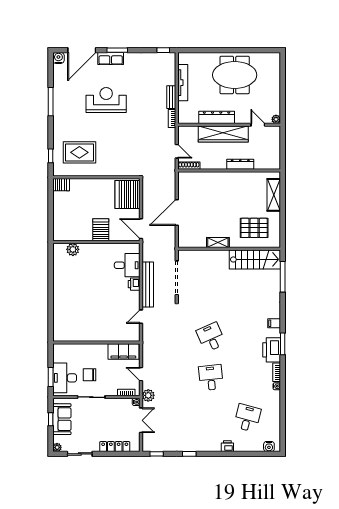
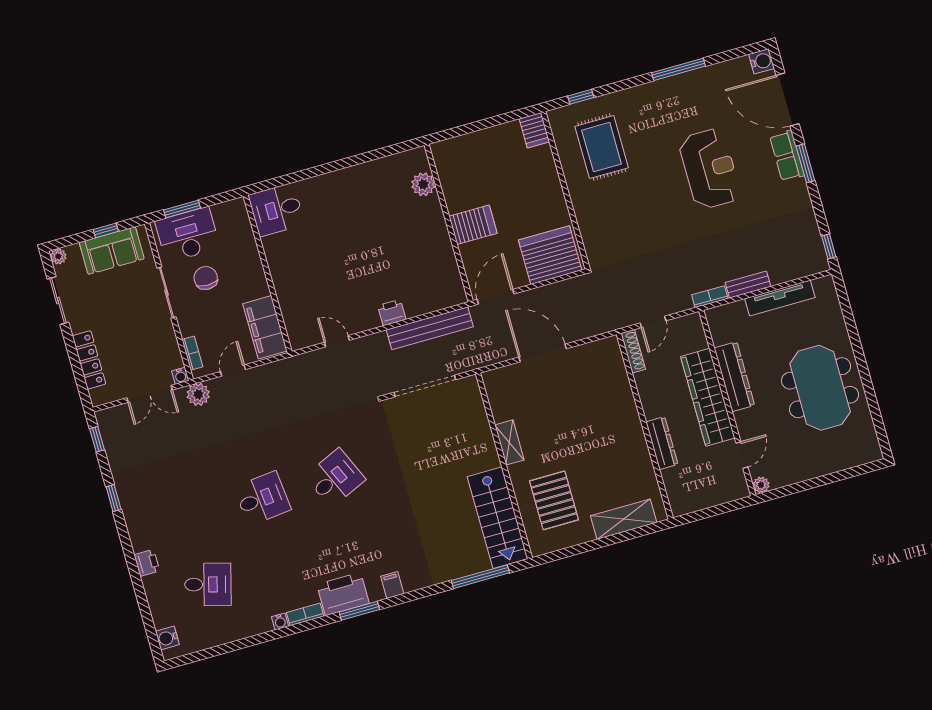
desk: (127, 265) -> (276, 210), moved, turned 90
bench: (148, 284) -> (430, 328), moved

